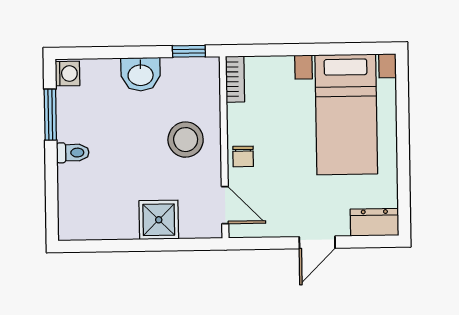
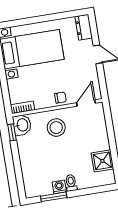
washing machine: (67, 74) -> (59, 187), moved
washbasin: (141, 74) -> (22, 125), moved
shower: (159, 220) -> (102, 161), moved

